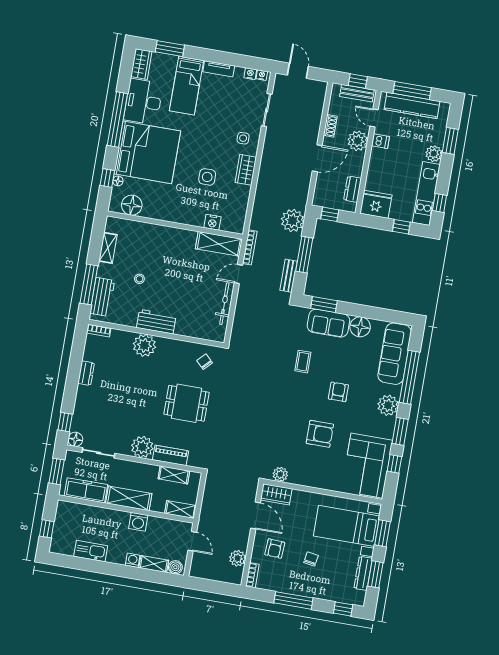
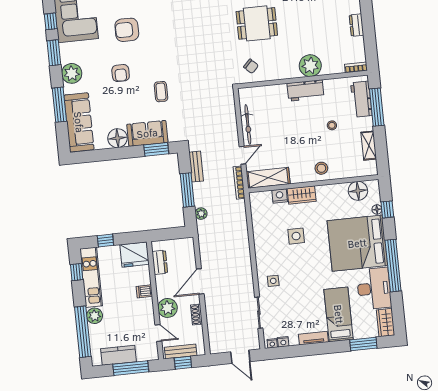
kitchen counter: (412, 105) -> (118, 355), width x0.67
dishwasher: (380, 141) -> (144, 291), moved
window: (450, 141) -> (83, 332), width x2.11
wardrobe: (246, 170) -> (302, 195), moved, turned 90
window: (330, 214) -> (174, 233), removed
plant: (293, 221) -> (201, 214), width x0.53, depth x0.53
stool: (162, 238) -> (321, 168), added
window: (409, 377) -> (59, 105), width x0.68

